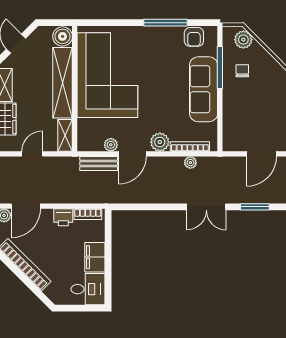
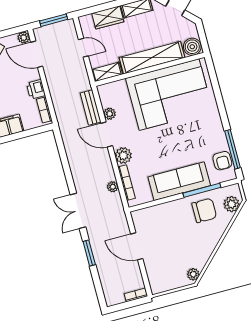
window: (165, 23) -> (233, 149), moved
armchair: (194, 37) -> (222, 161), turned -90
chair: (242, 71) -> (204, 210), width x1.87, depth x1.87

